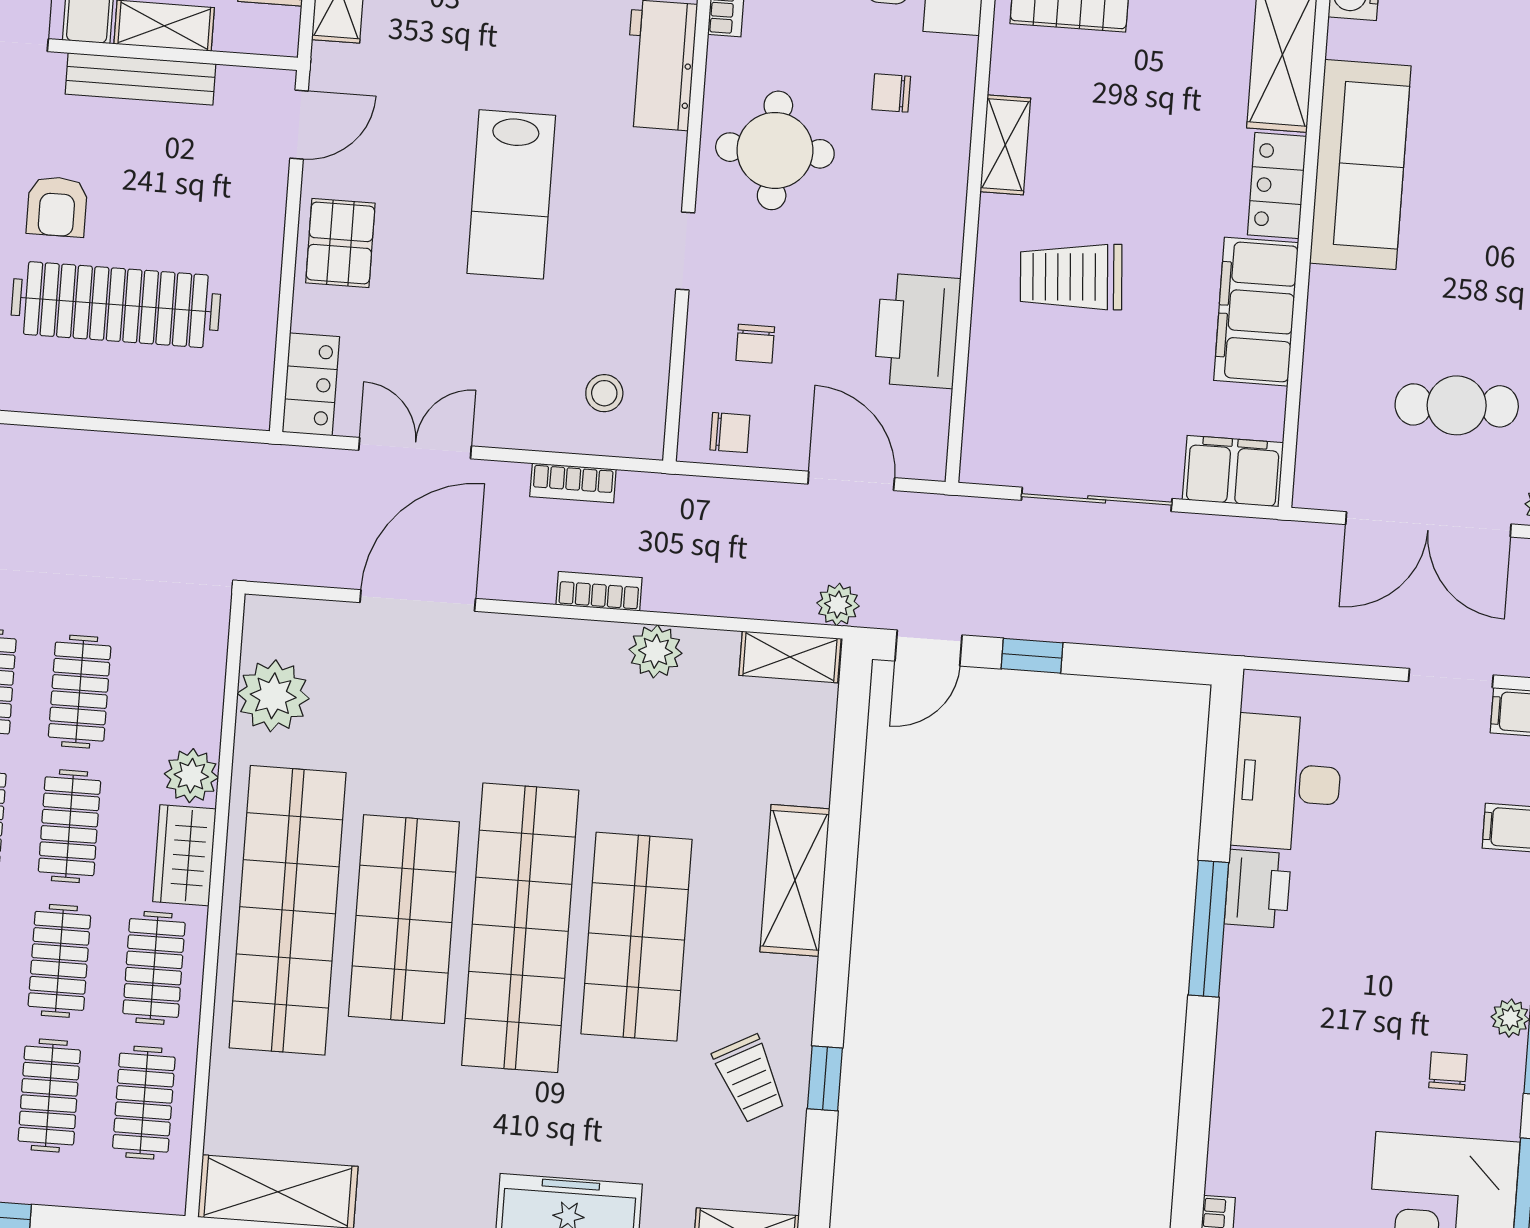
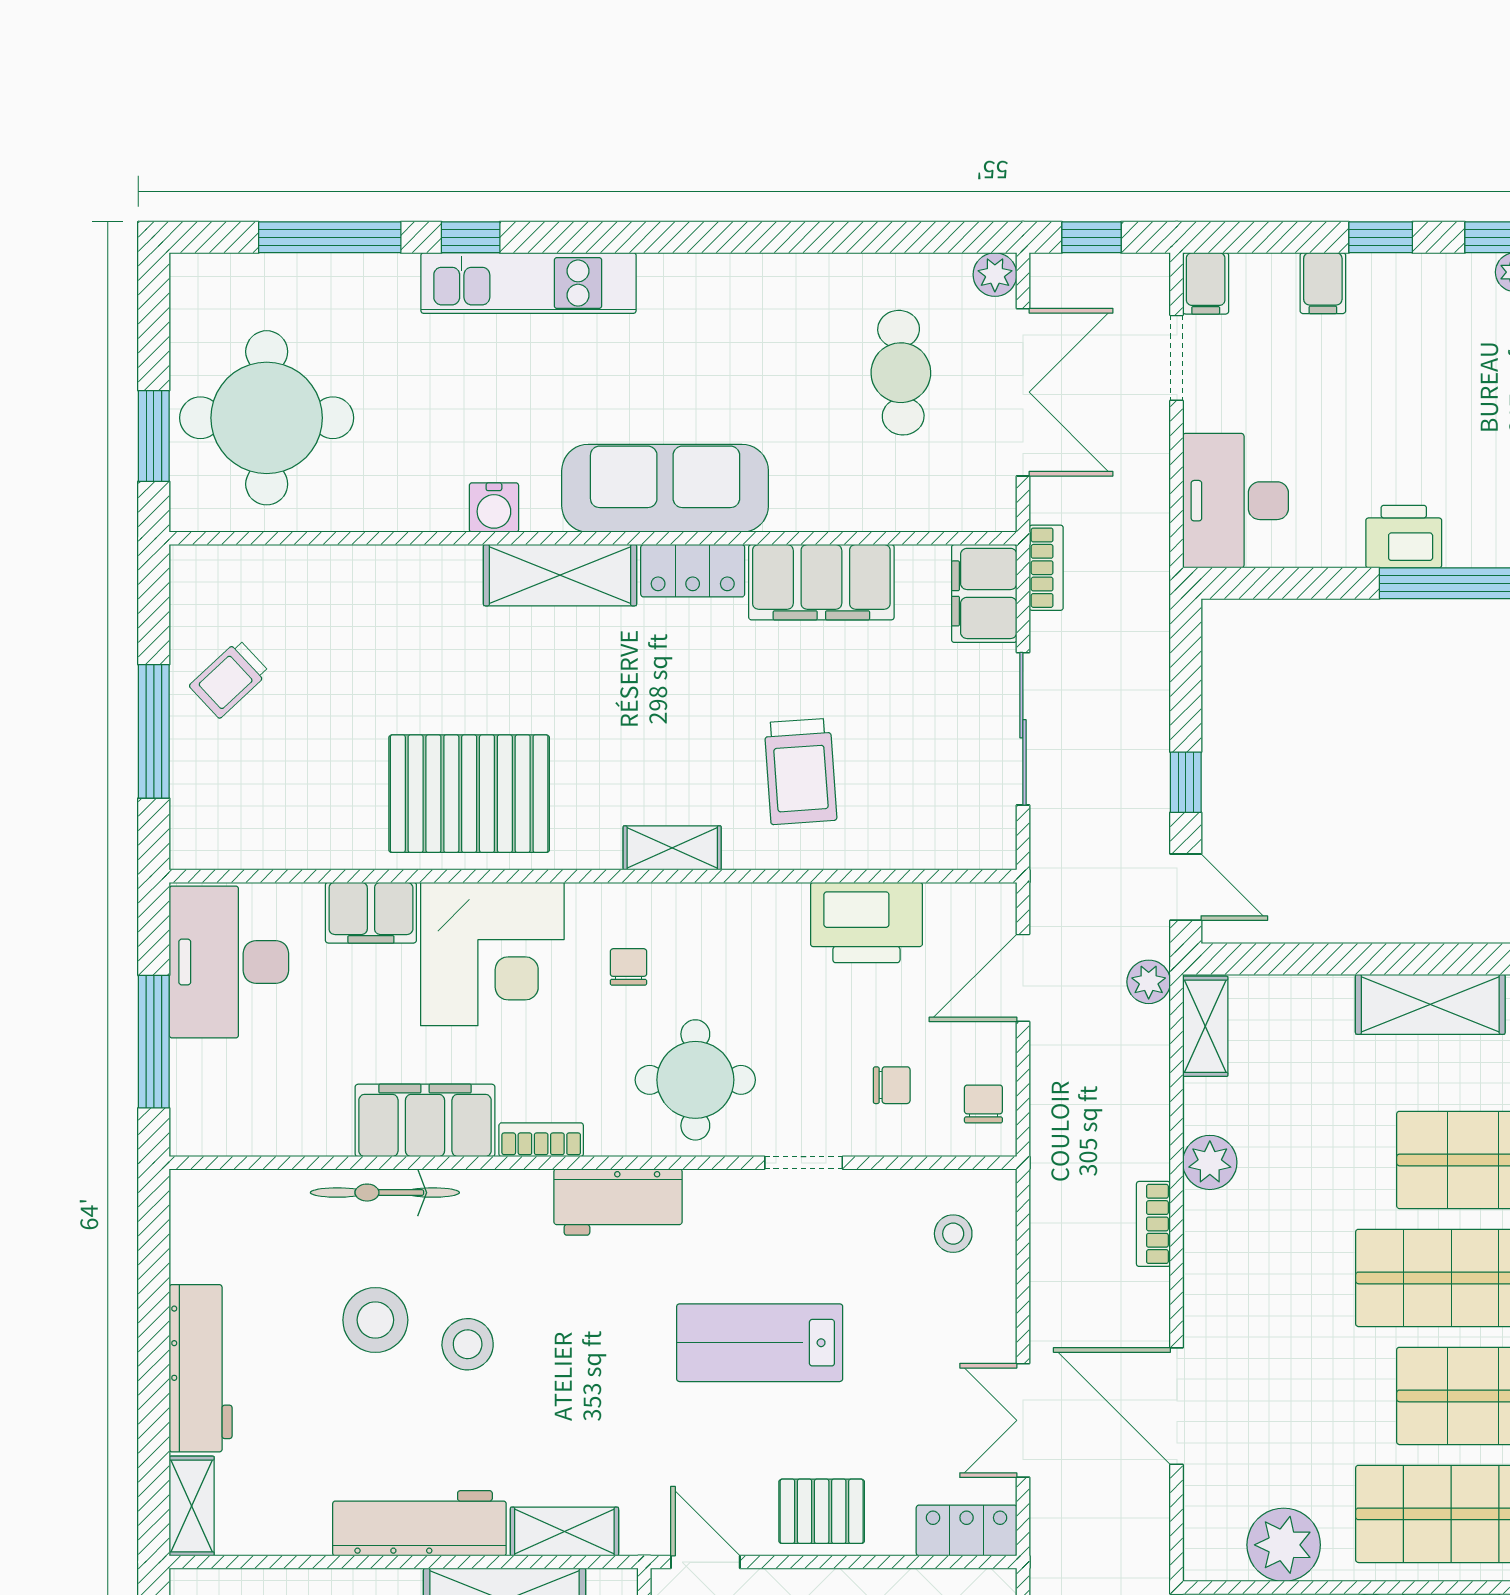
chair: (891, 93) -> (628, 967), turned 180
lab bench: (511, 194) -> (760, 1343), turned 180
bookcase: (573, 483) -> (1046, 568), moved
desk: (1287, 783) -> (1236, 501), moved, turned 90

